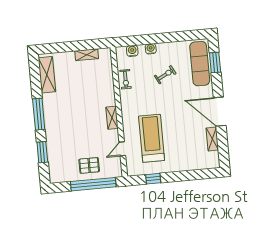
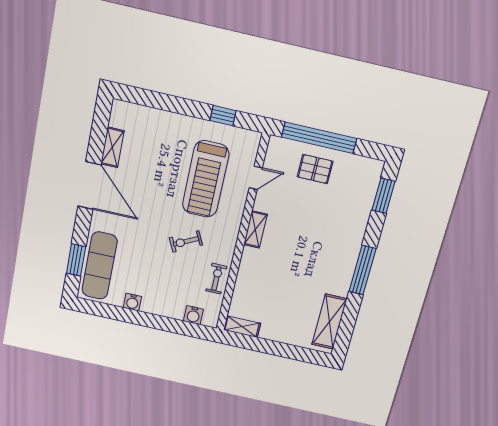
water cooler: (151, 49) -> (132, 302), moved
shelving: (87, 55) -> (242, 327), moved
exercise bike: (165, 75) -> (186, 241), moved
window: (42, 152) -> (383, 196), moved

